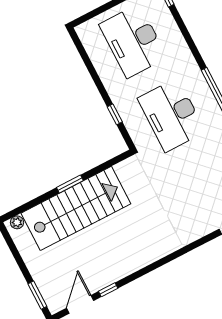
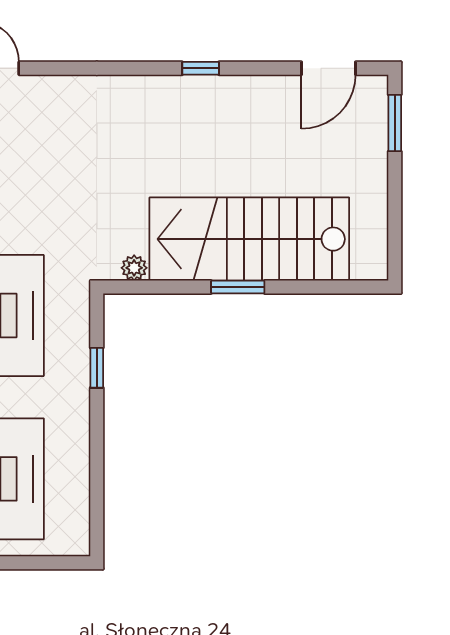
plant: (17, 222) -> (134, 268), moved
window: (108, 290) -> (201, 68), moved

